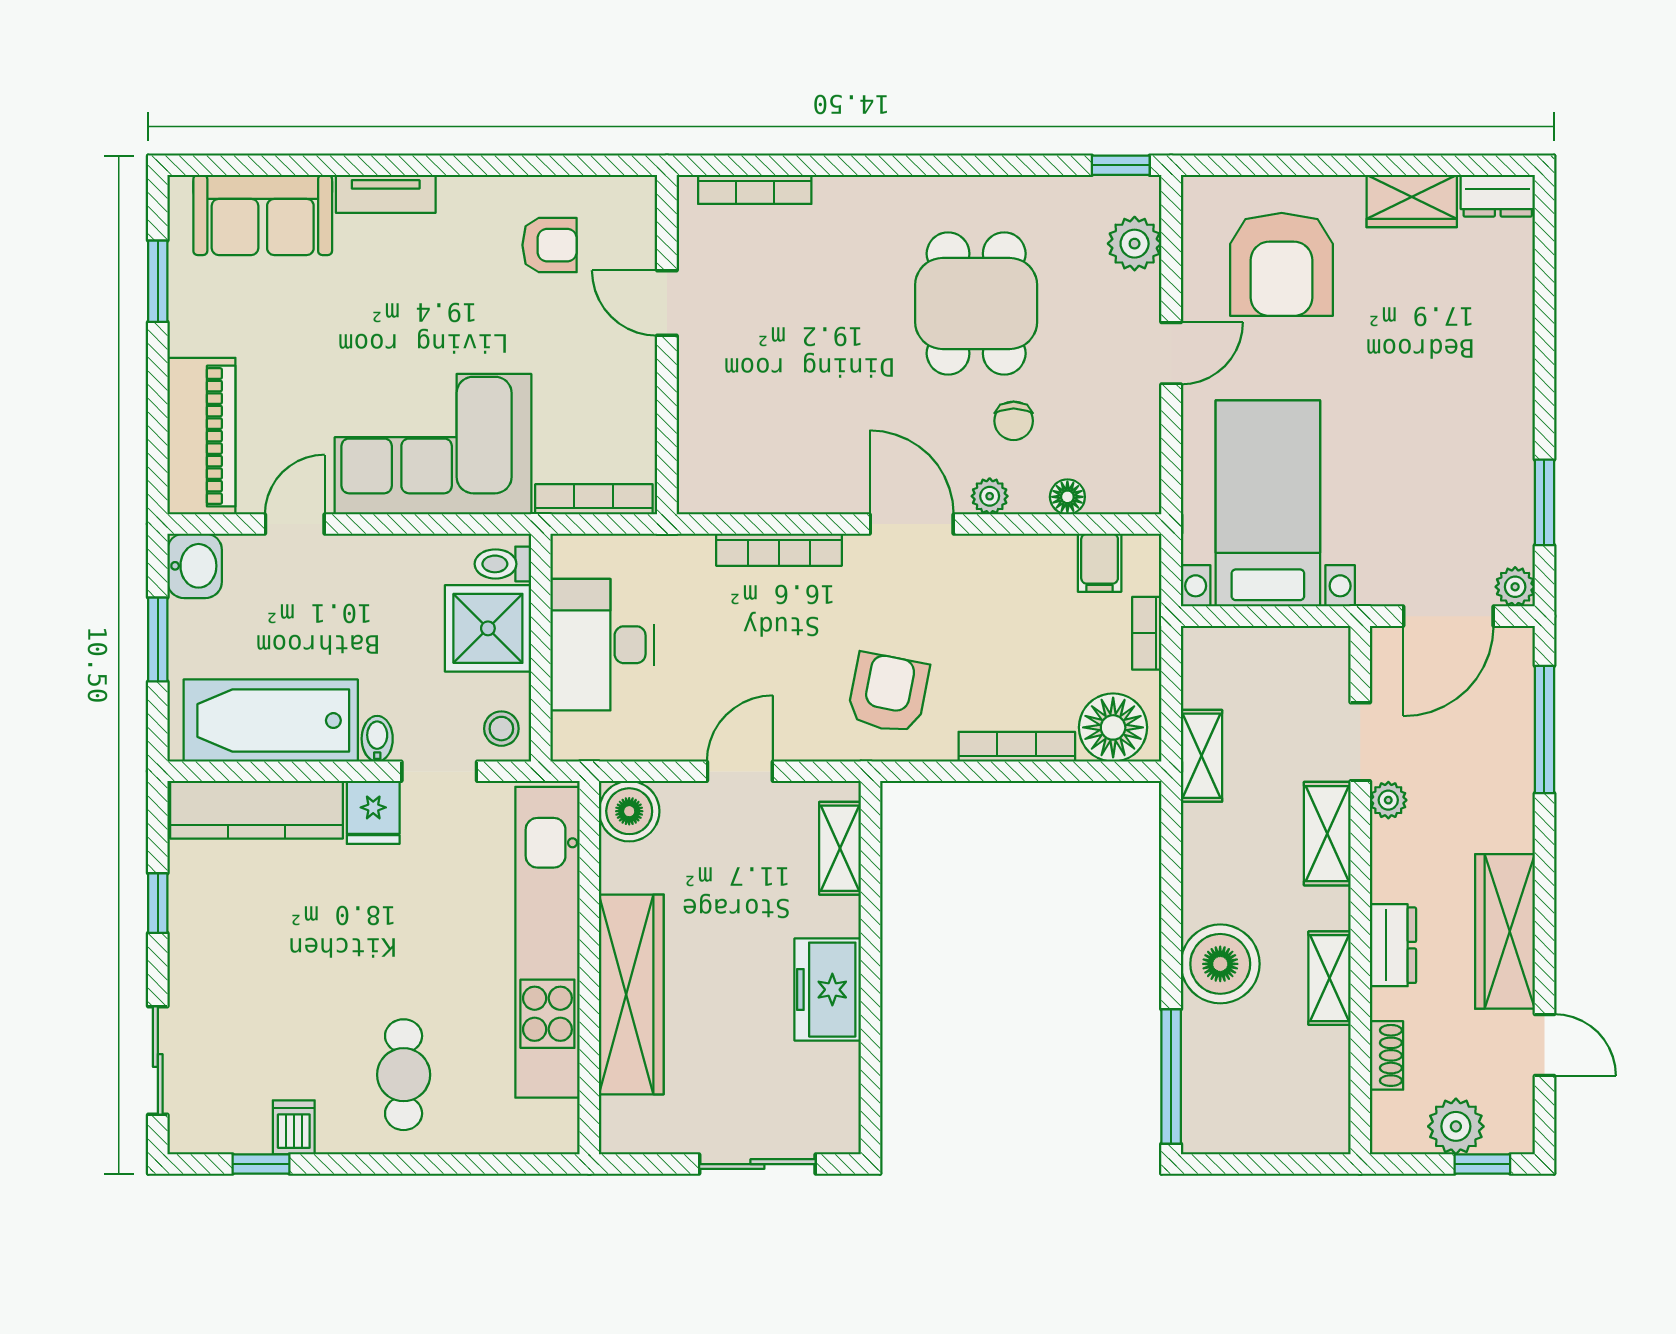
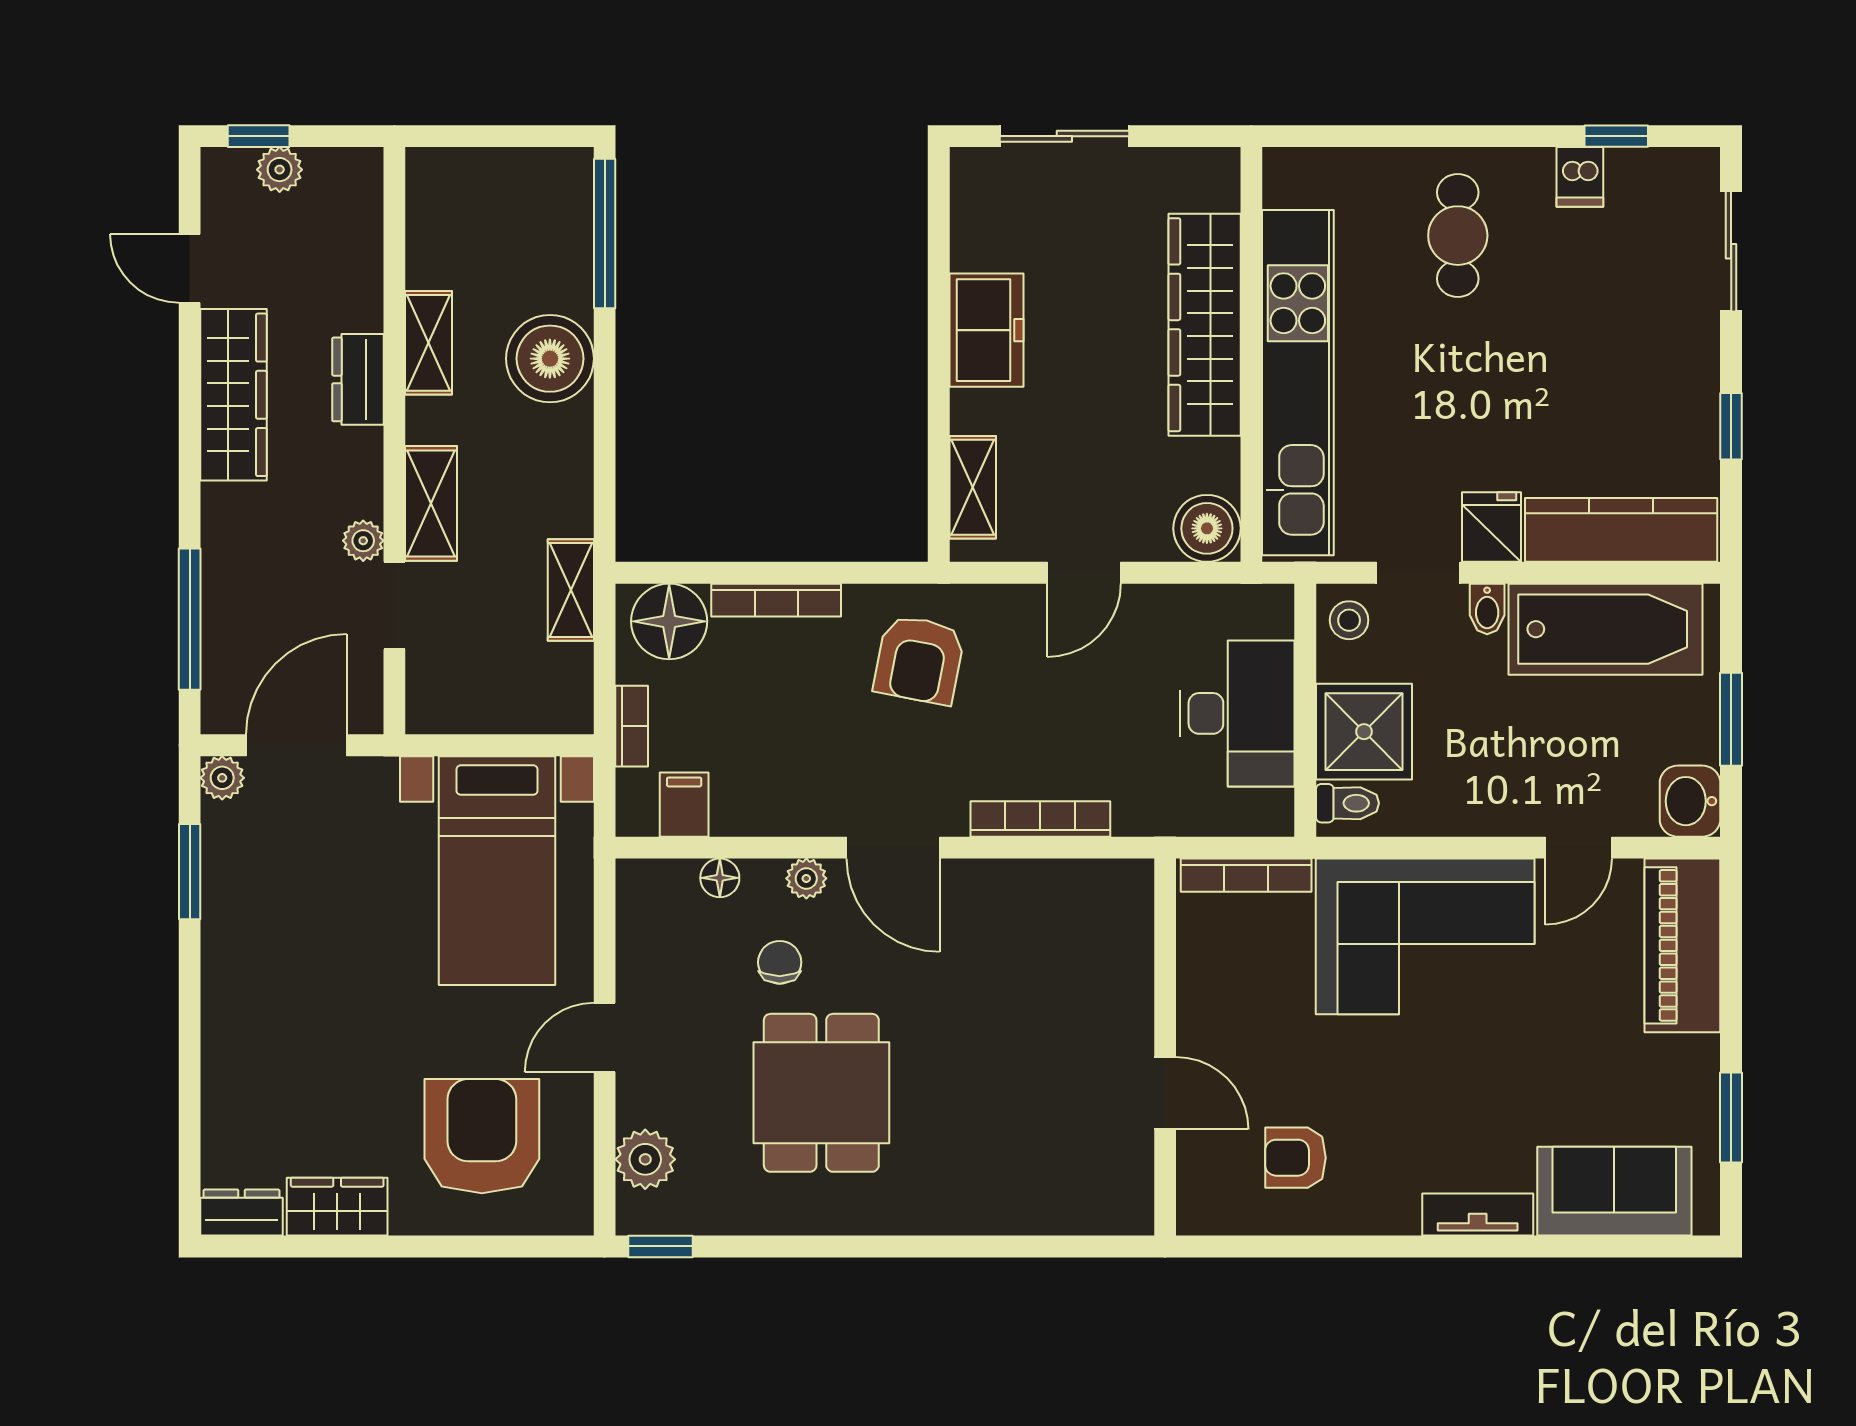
bookcase: (755, 189) -> (1067, 1220), removed
shoe rack: (1387, 1055) -> (365, 257), removed
plant: (1456, 1126) -> (280, 170), width x0.73, depth x0.73

